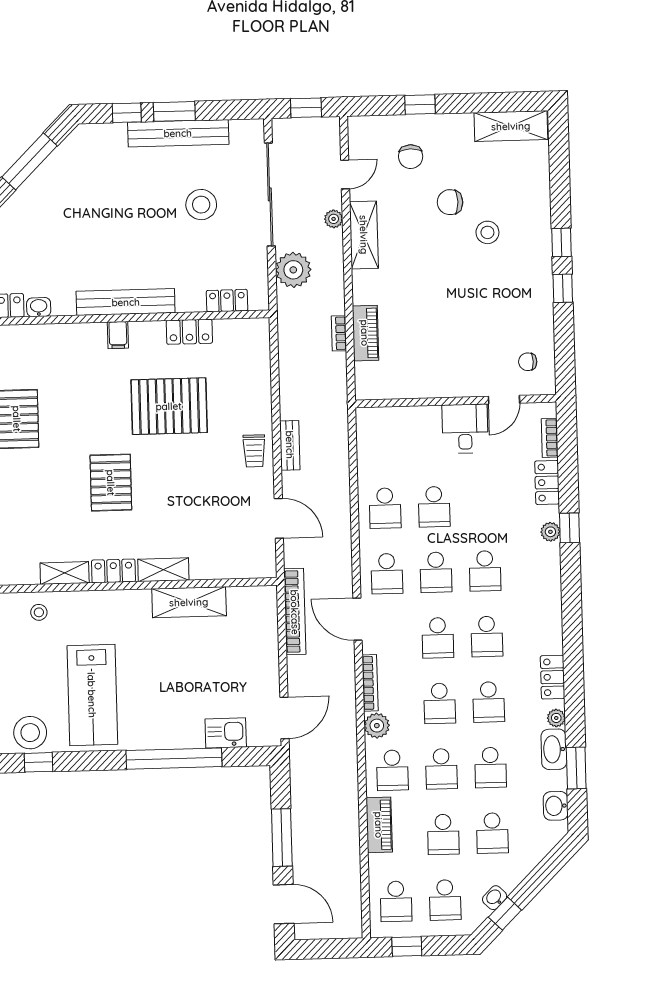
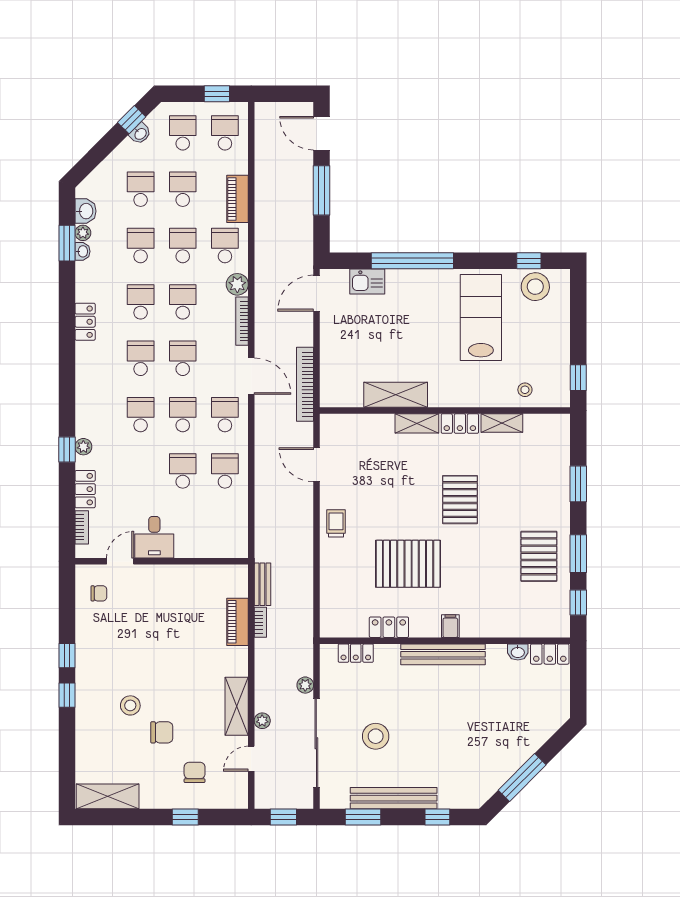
window: (174, 111) -> (363, 817), moved
plant: (293, 270) -> (305, 685), width x0.53, depth x0.53
bench: (290, 445) -> (262, 584), moved
plant: (556, 718) -> (83, 233), moved
washbasin: (554, 749) -> (82, 251), width x0.52, depth x0.69

